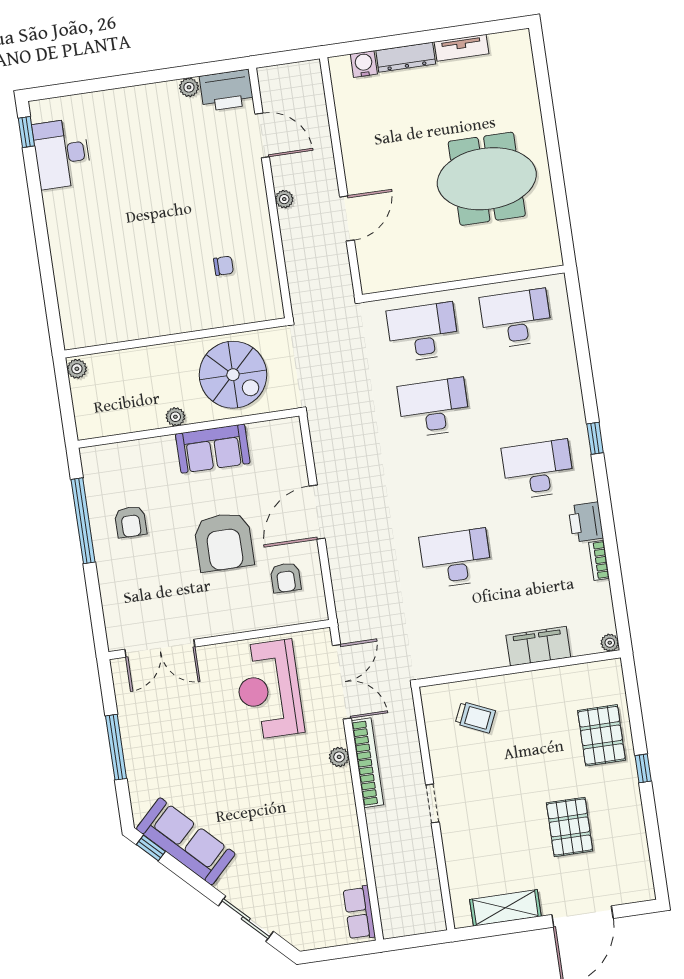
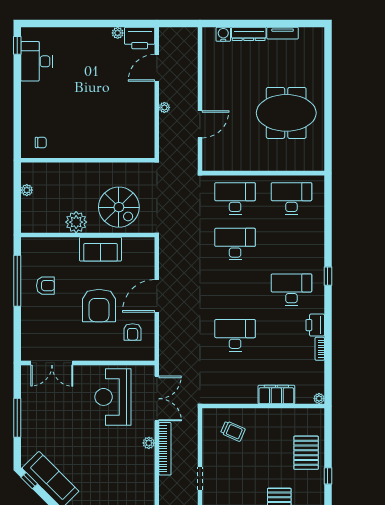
door: (262, 135) -> (157, 68), swing flipped
chair: (224, 266) -> (41, 143), moved
wall: (175, 338) -> (88, 160), moved
plant: (175, 417) -> (76, 222), width x1.88, depth x1.88
armchair: (131, 522) -> (45, 286), turned -90

